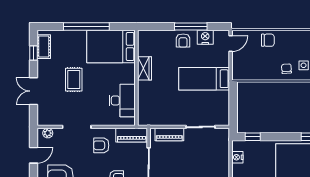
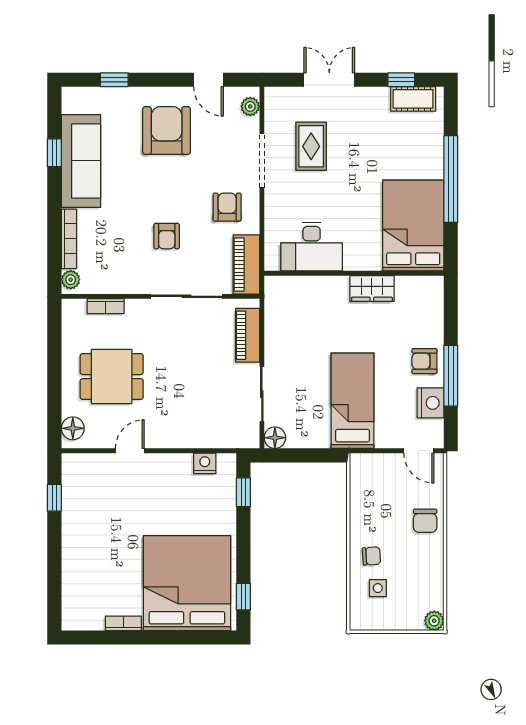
rug: (74, 80) -> (311, 146), moved, turned 90
floor lamp: (224, 120) -> (275, 438), added

